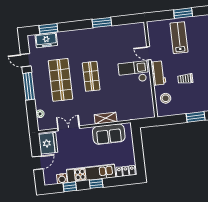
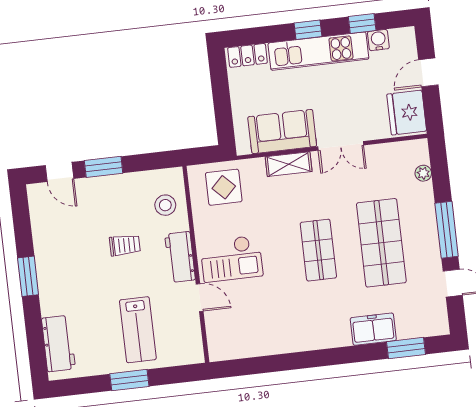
window: (102, 22) -> (296, 361), removed
freezer: (46, 40) -> (373, 329), moved
display table: (137, 107) -> (224, 187), added
double door: (69, 128) -> (341, 146), moved

